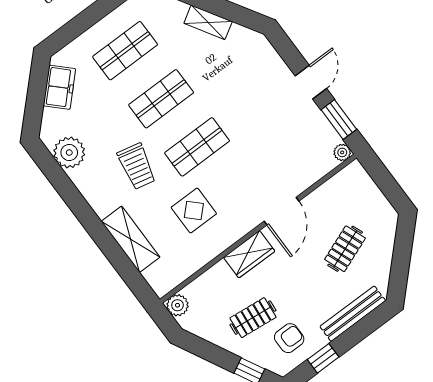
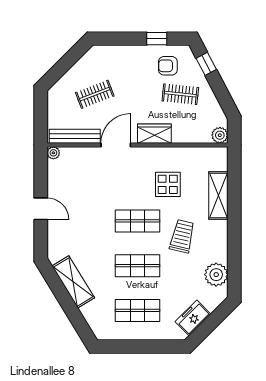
shelving: (208, 22) -> (73, 282), width x1.50, depth x1.33
door: (311, 82) -> (41, 209), swing flipped
window: (339, 119) -> (41, 174), removed
bench: (353, 314) -> (75, 136), moved

